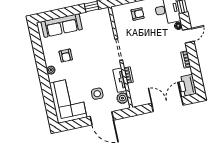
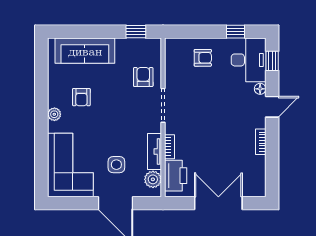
armchair: (102, 34) -> (143, 77), added
printer: (187, 85) -> (176, 176), moved, turned 180

